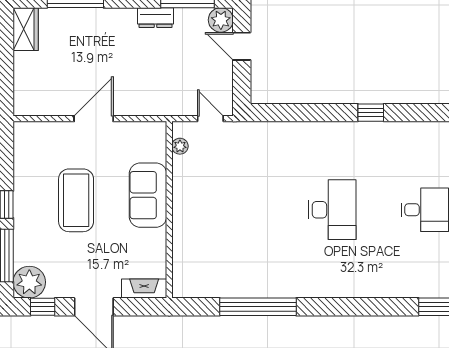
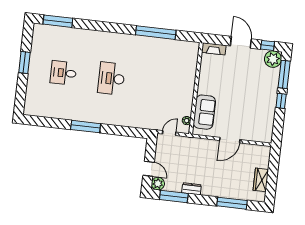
wardrobe: (26, 29) -> (261, 180), moved
window: (371, 113) -> (86, 127), width x2.17
door: (210, 119) -> (169, 133), swing flipped
sofa: (148, 195) -> (204, 112), moved
coffee table: (76, 200) -> (244, 99), removed

